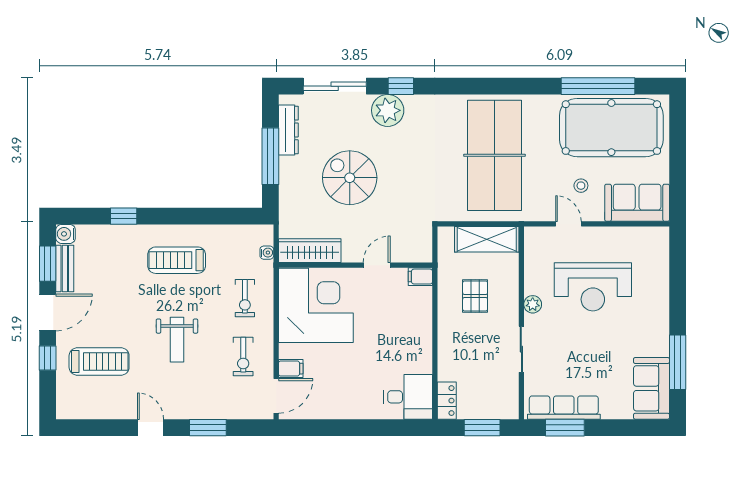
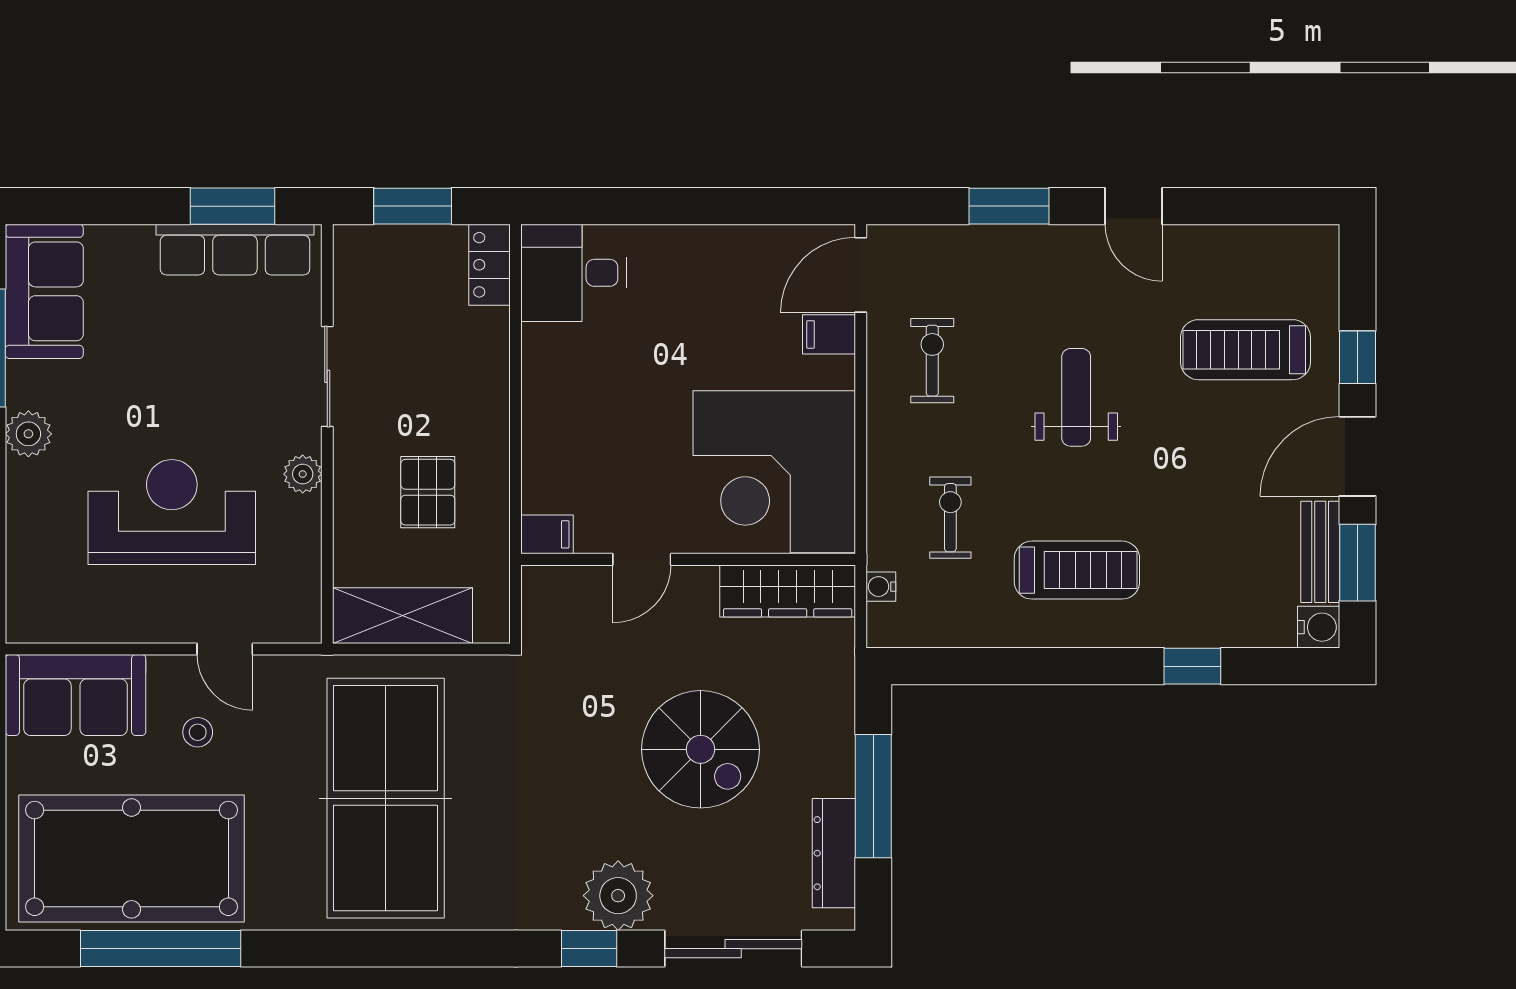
exercise bike: (245, 298) -> (950, 518), moved
plant: (659, 323) -> (28, 434), added

